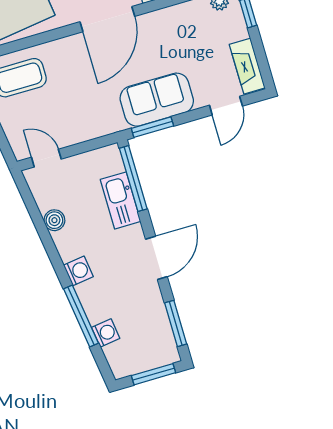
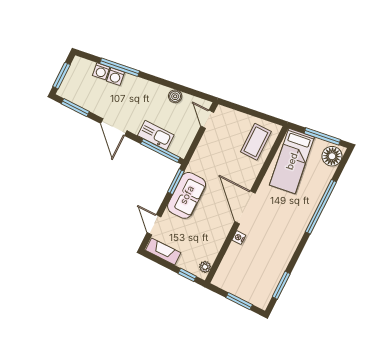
door: (46, 158) -> (207, 119), swing flipped
washing machine: (78, 271) -> (115, 77), moved

